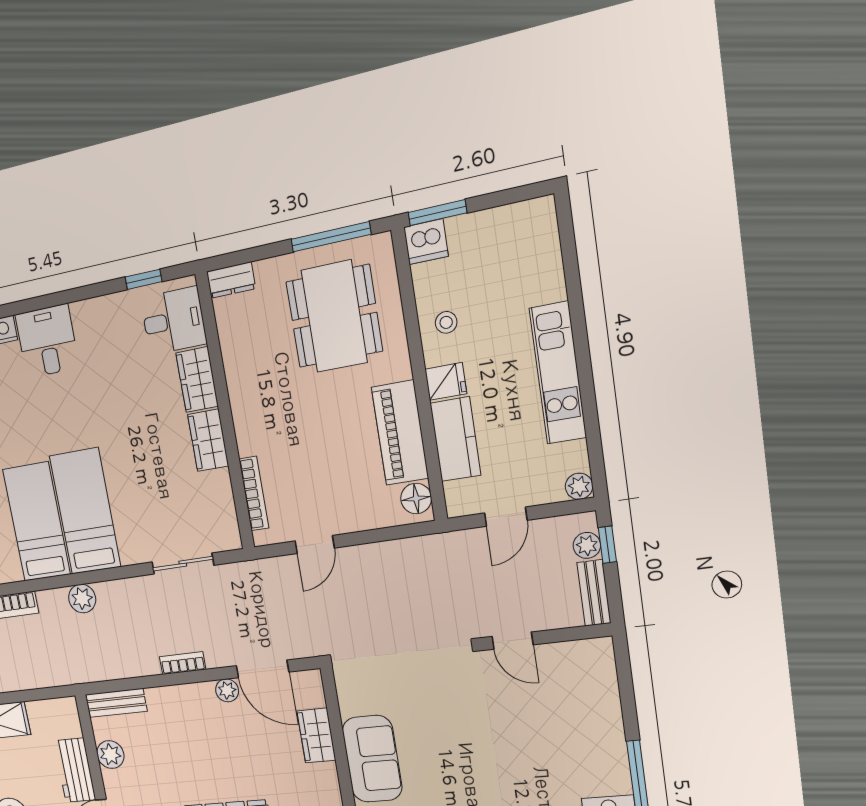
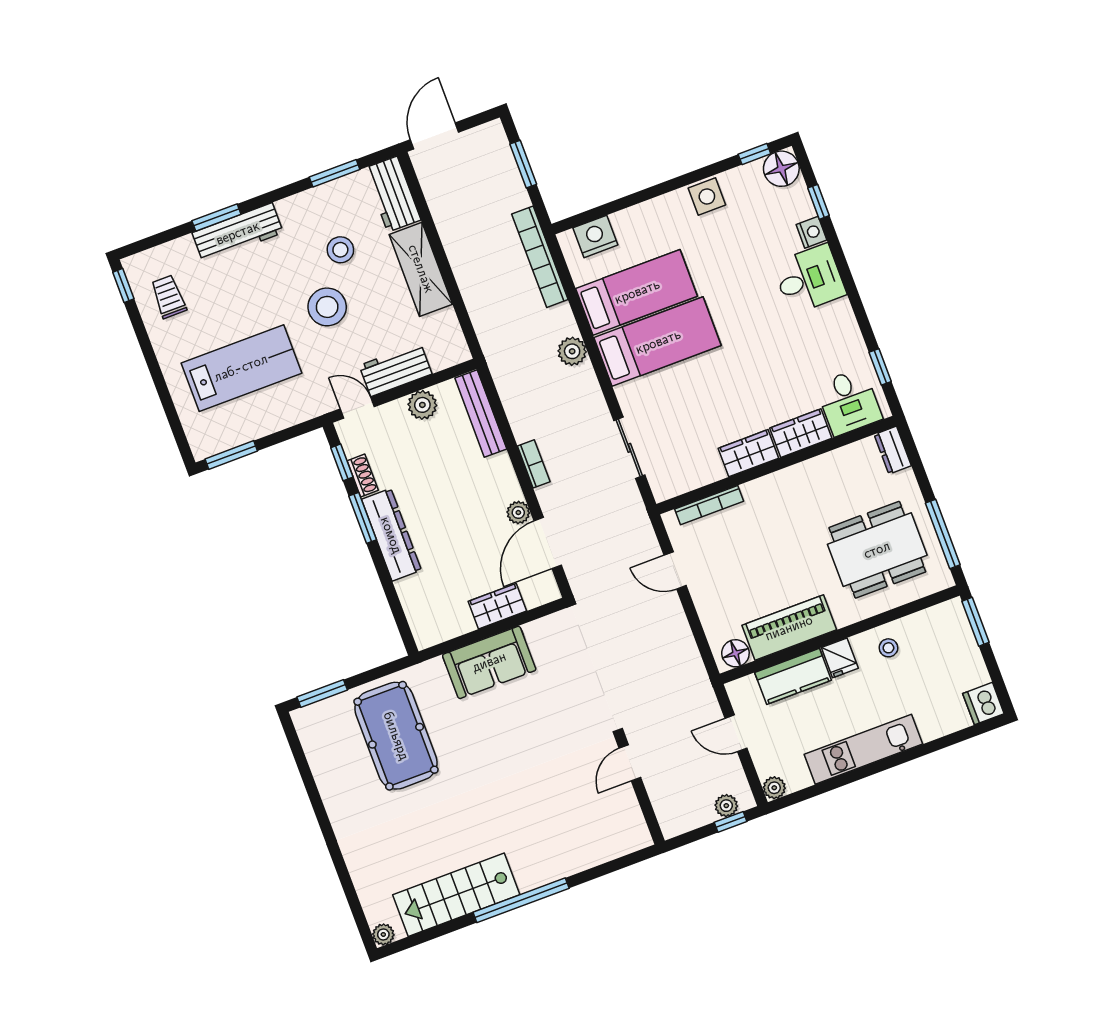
dishwasher: (426, 242) -> (983, 704), moved
bench: (594, 593) -> (687, 821), removed
bench: (116, 703) -> (481, 414), width x1.36

